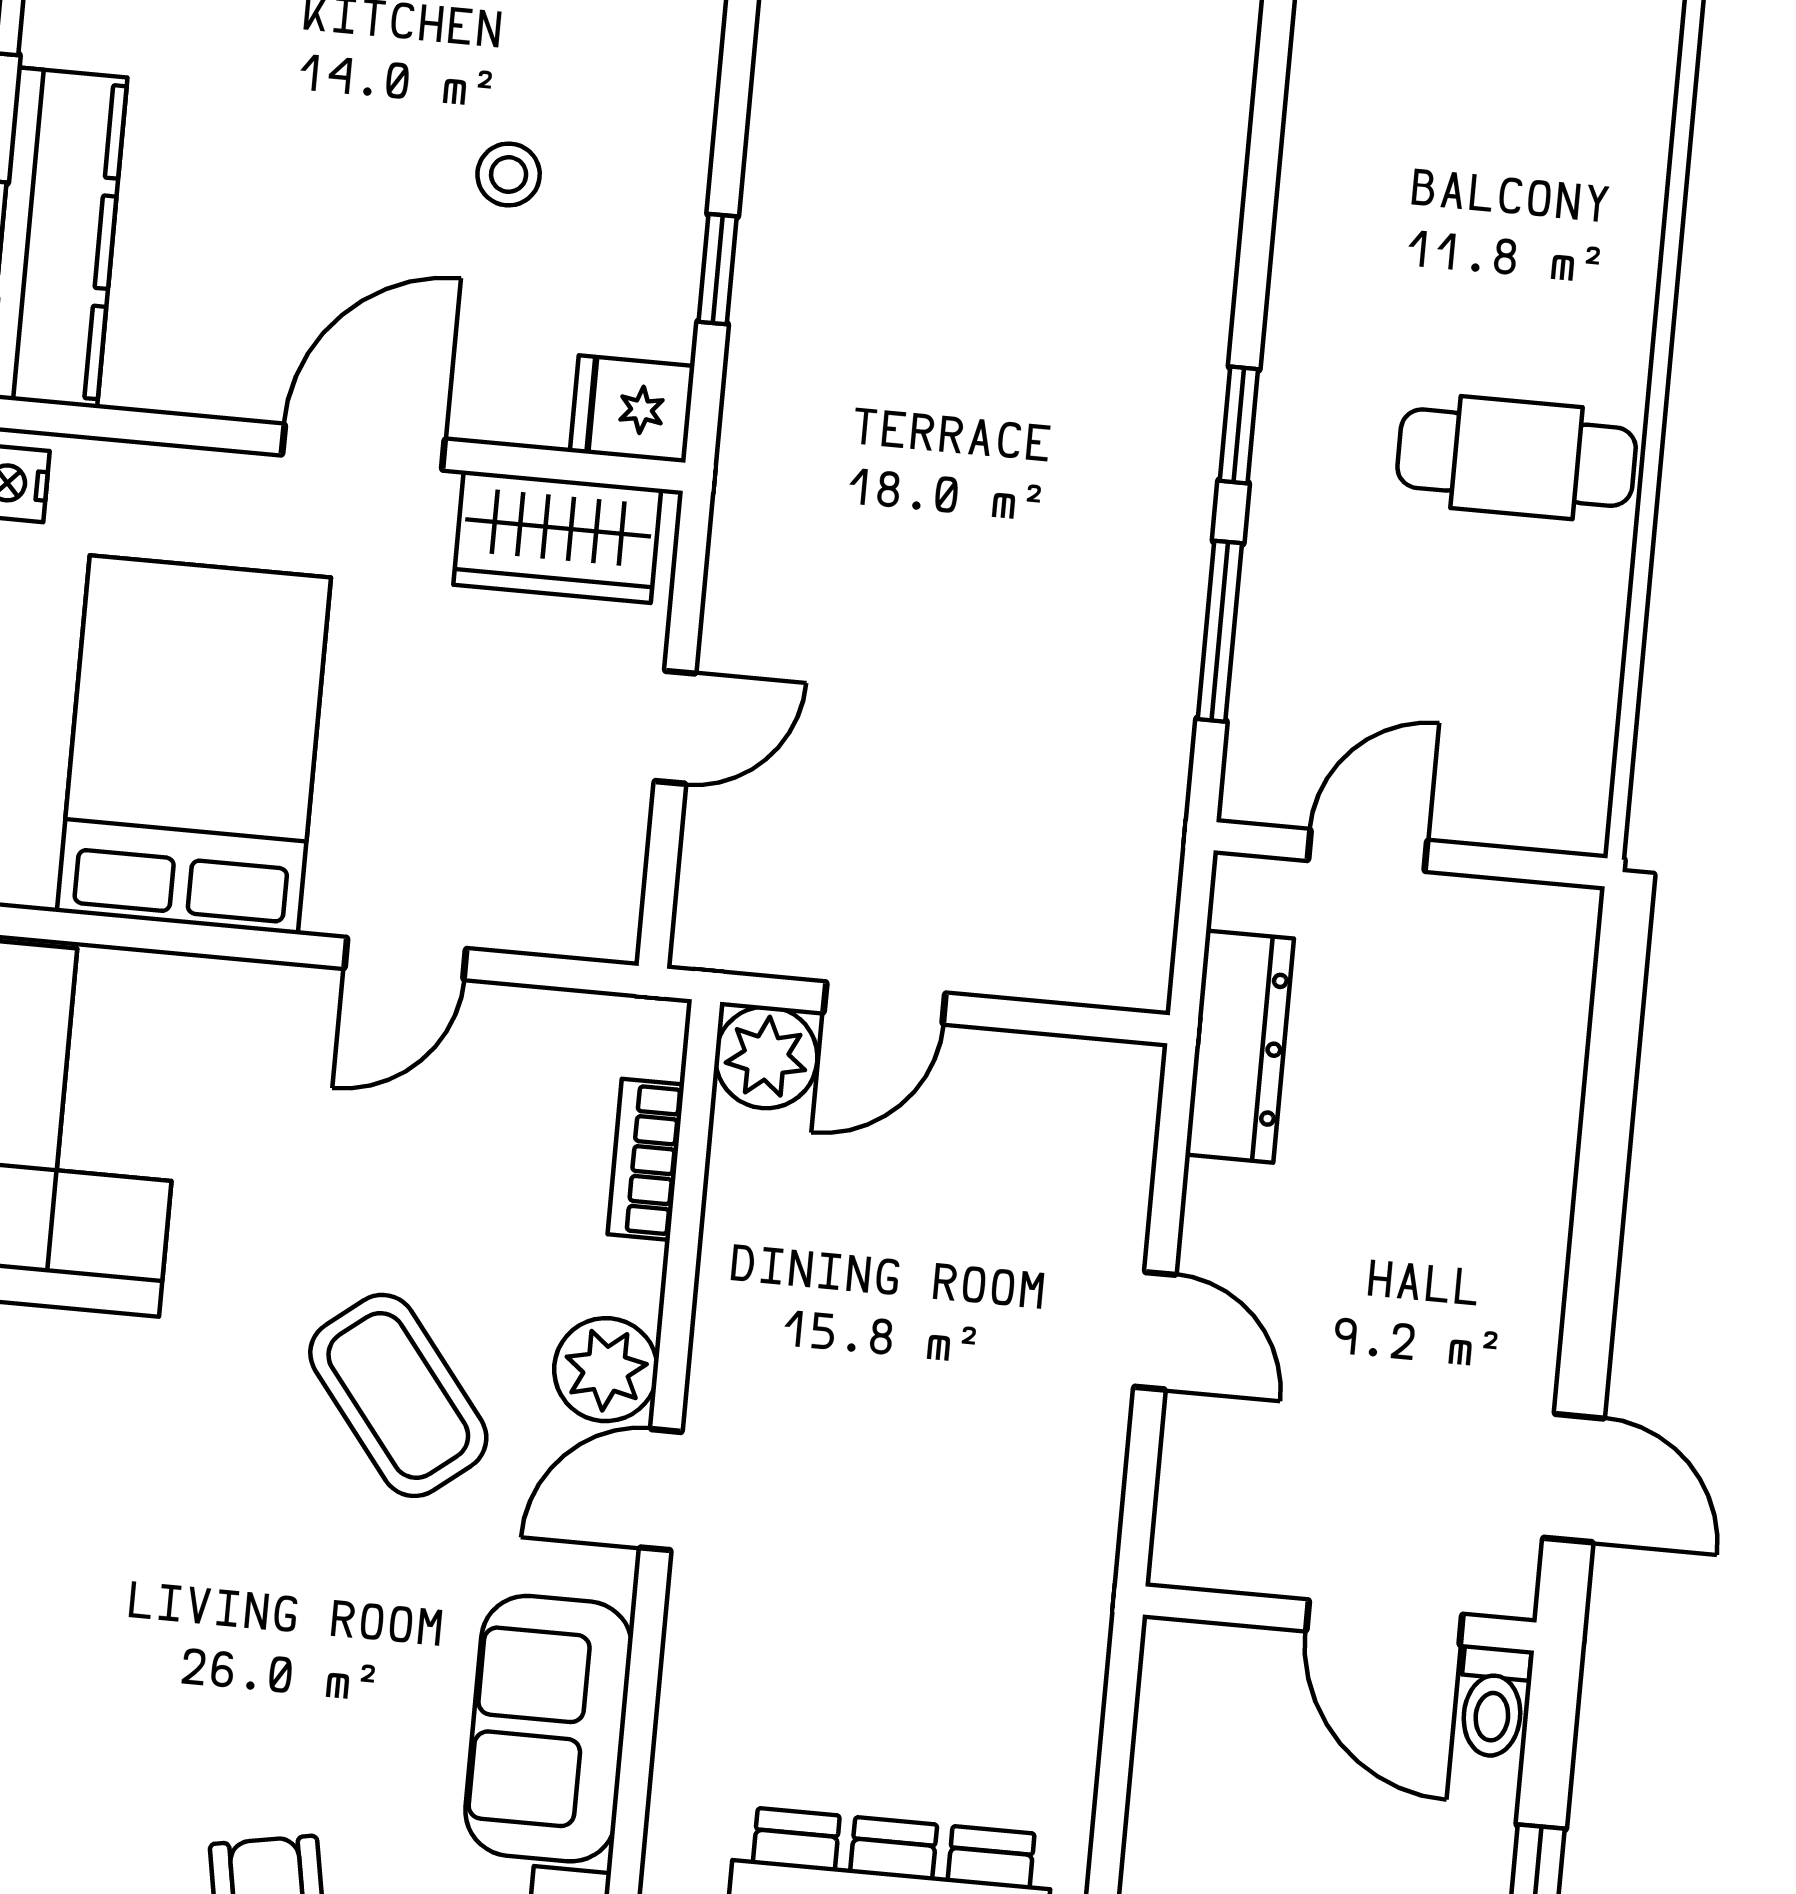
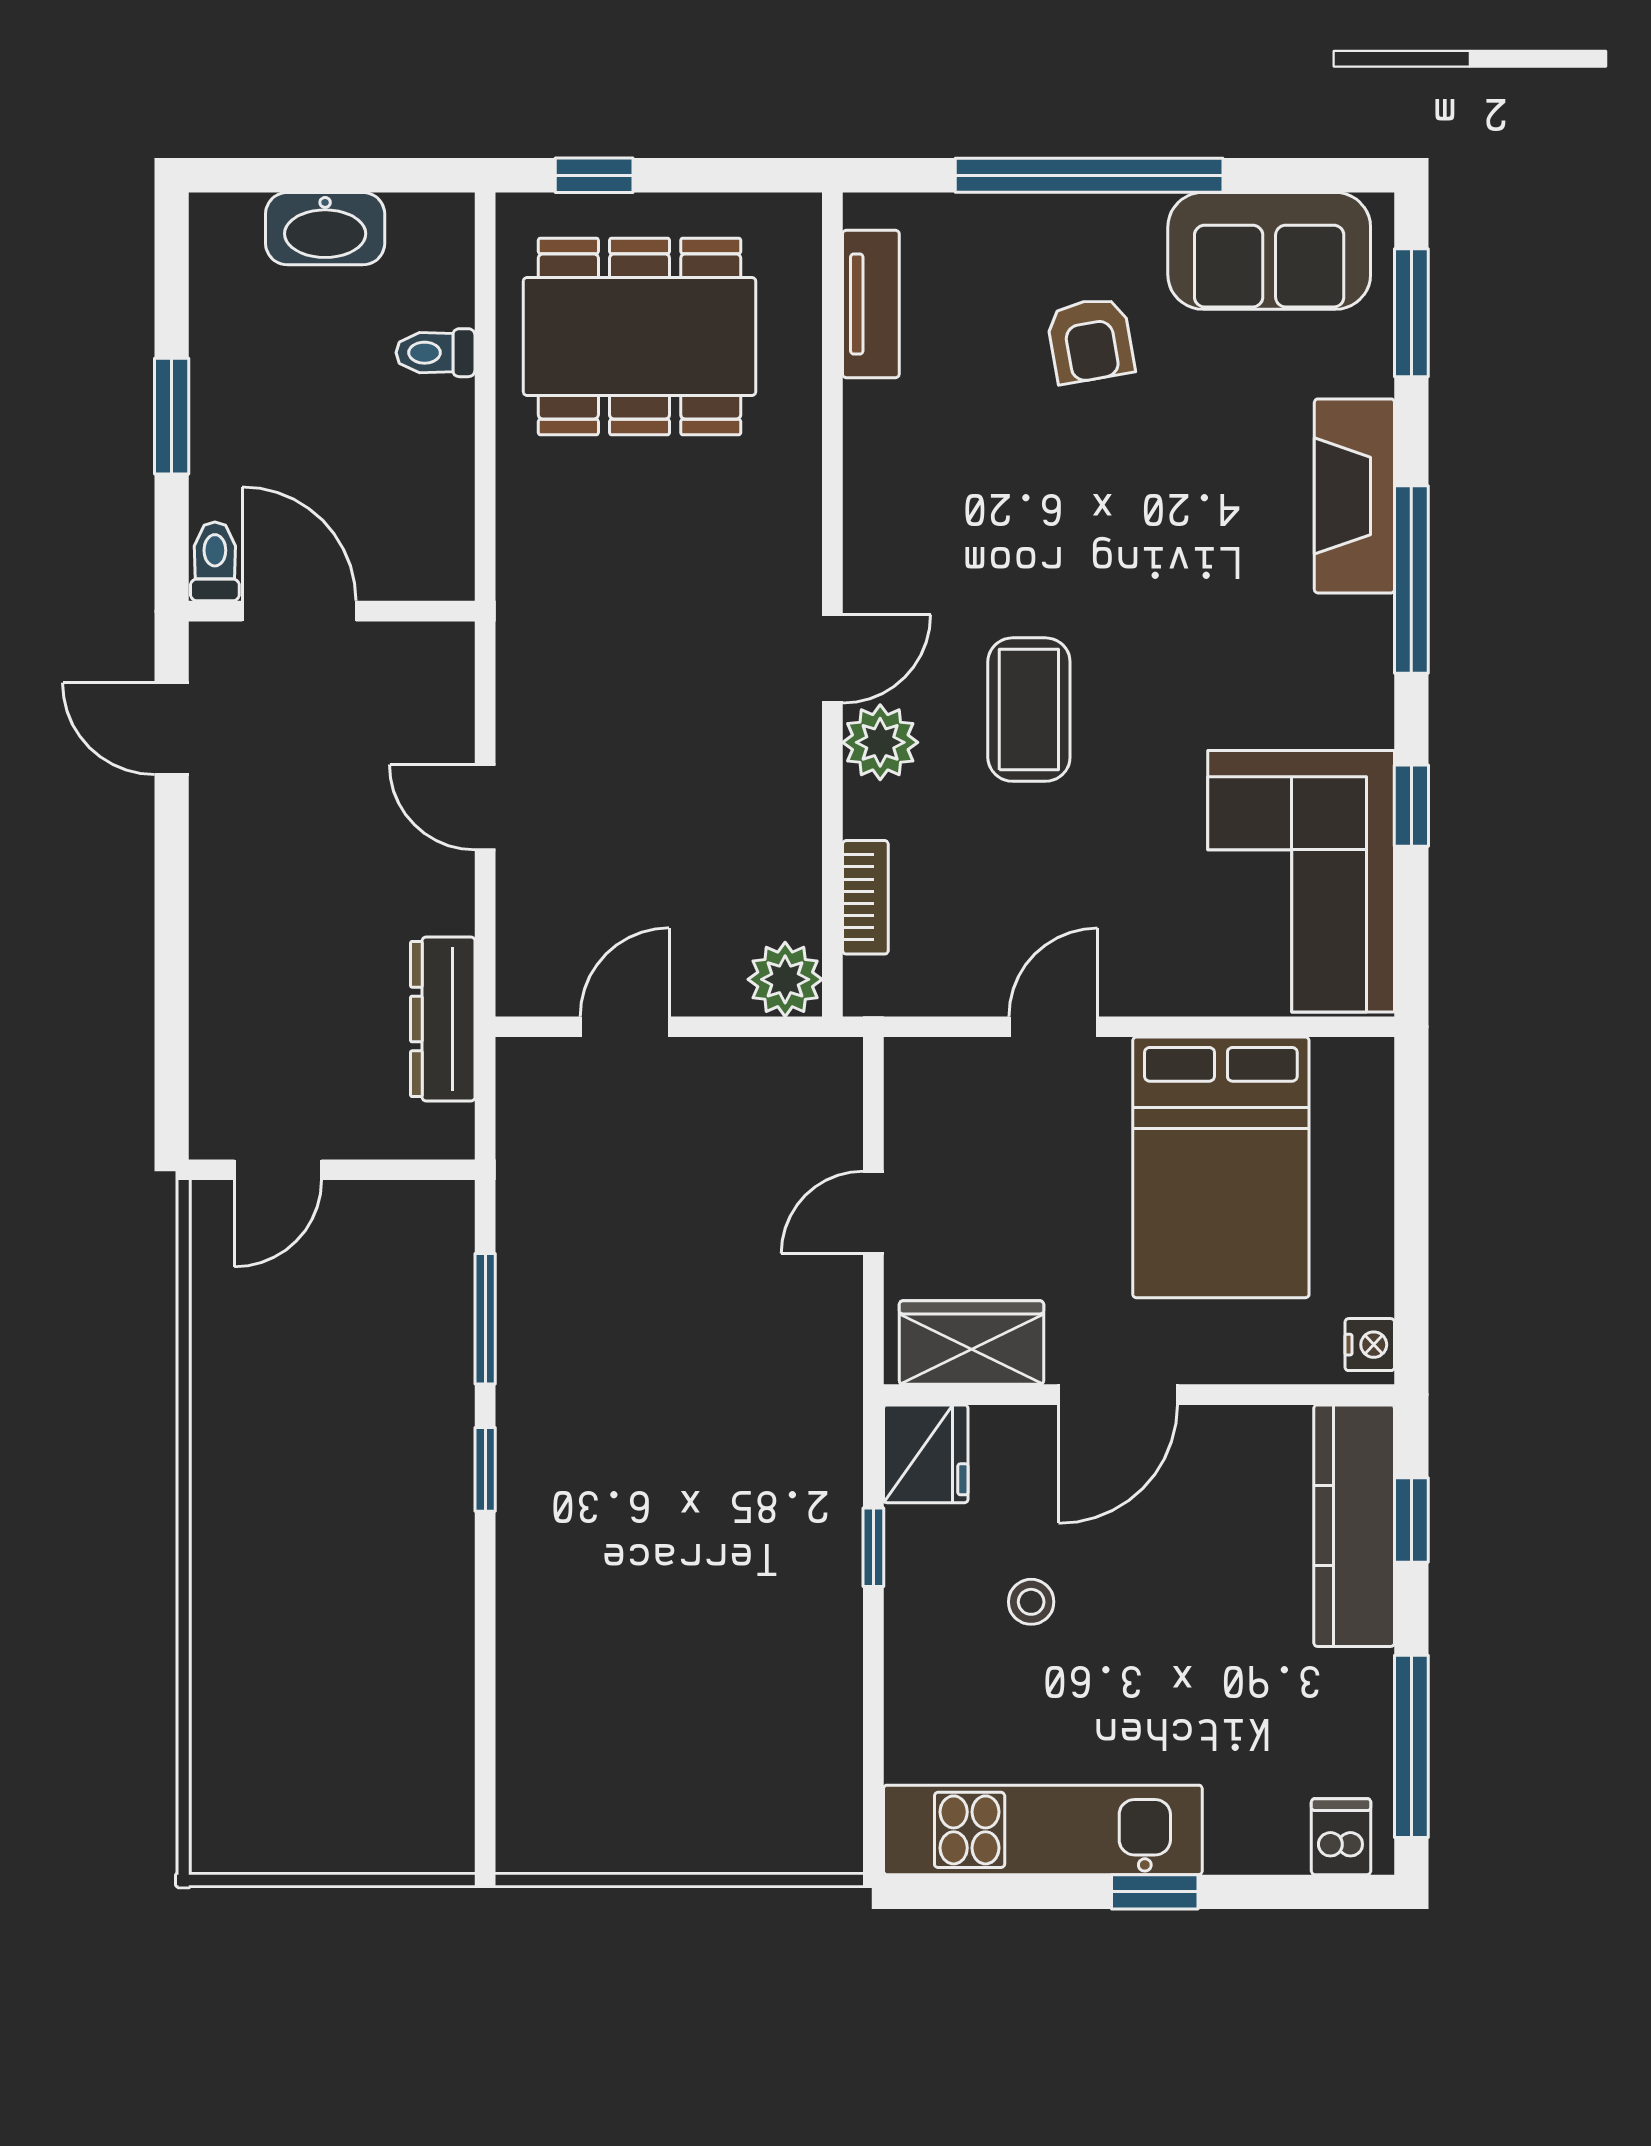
fridge: (632, 409) -> (926, 1454), width x1.38
cafe table: (1517, 458) -> (282, 1464), removed
door: (1368, 850) -> (278, 1170), moved
door: (884, 1003) -> (625, 1027), moved
coffee table: (398, 1395) -> (1029, 710), turned 38
sofa: (549, 1729) -> (898, 478), removed

